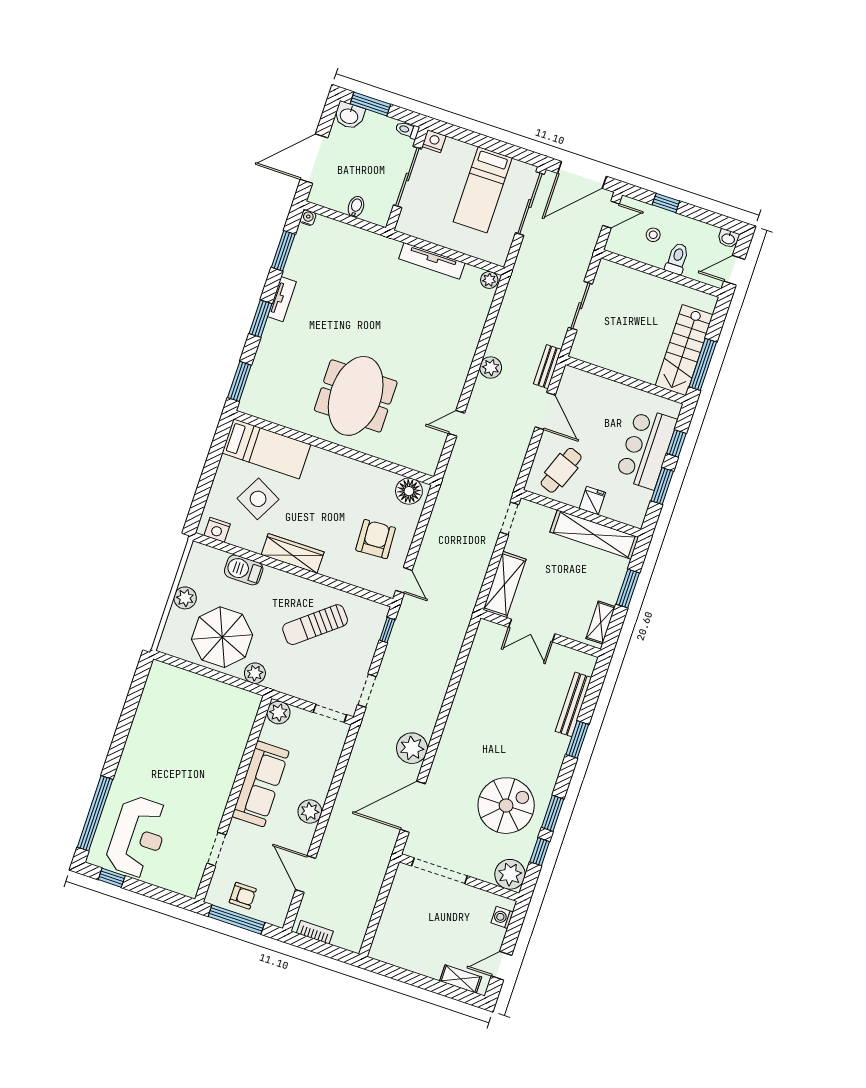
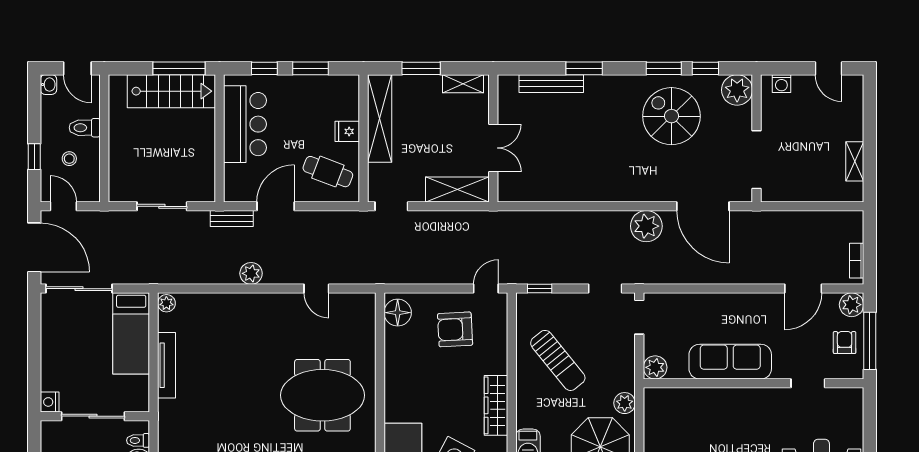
toilet: (407, 130) -> (138, 440), moved, turned 90
bed: (483, 190) -> (131, 333), moved, turned 90
bar counter: (646, 448) -> (245, 124), moved, turned -90
plant: (310, 812) -> (852, 305), moved
shelving: (461, 979) -> (855, 161), moved

